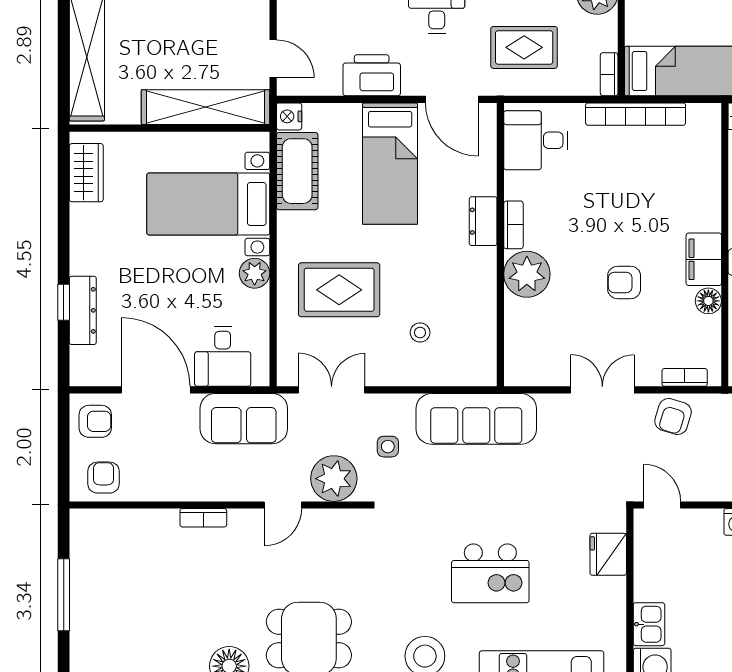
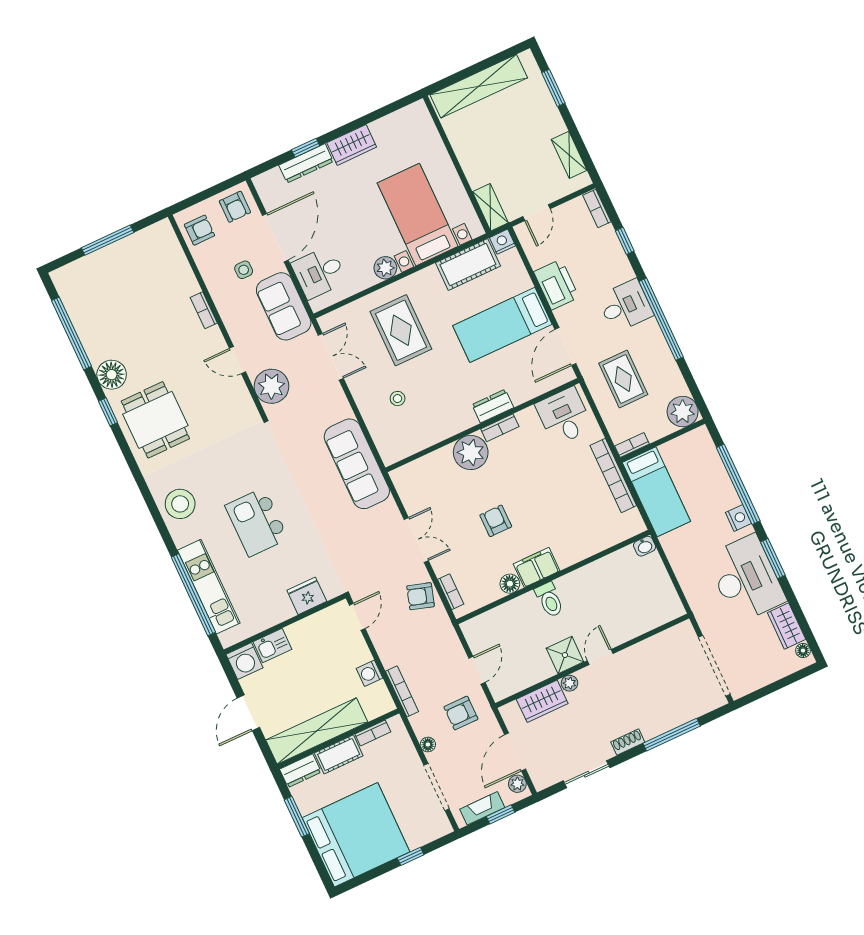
shelving: (205, 107) -> (490, 207), width x0.45, depth x0.75
wardrobe: (86, 173) -> (352, 145), moved
side table: (388, 447) -> (244, 270), moved

